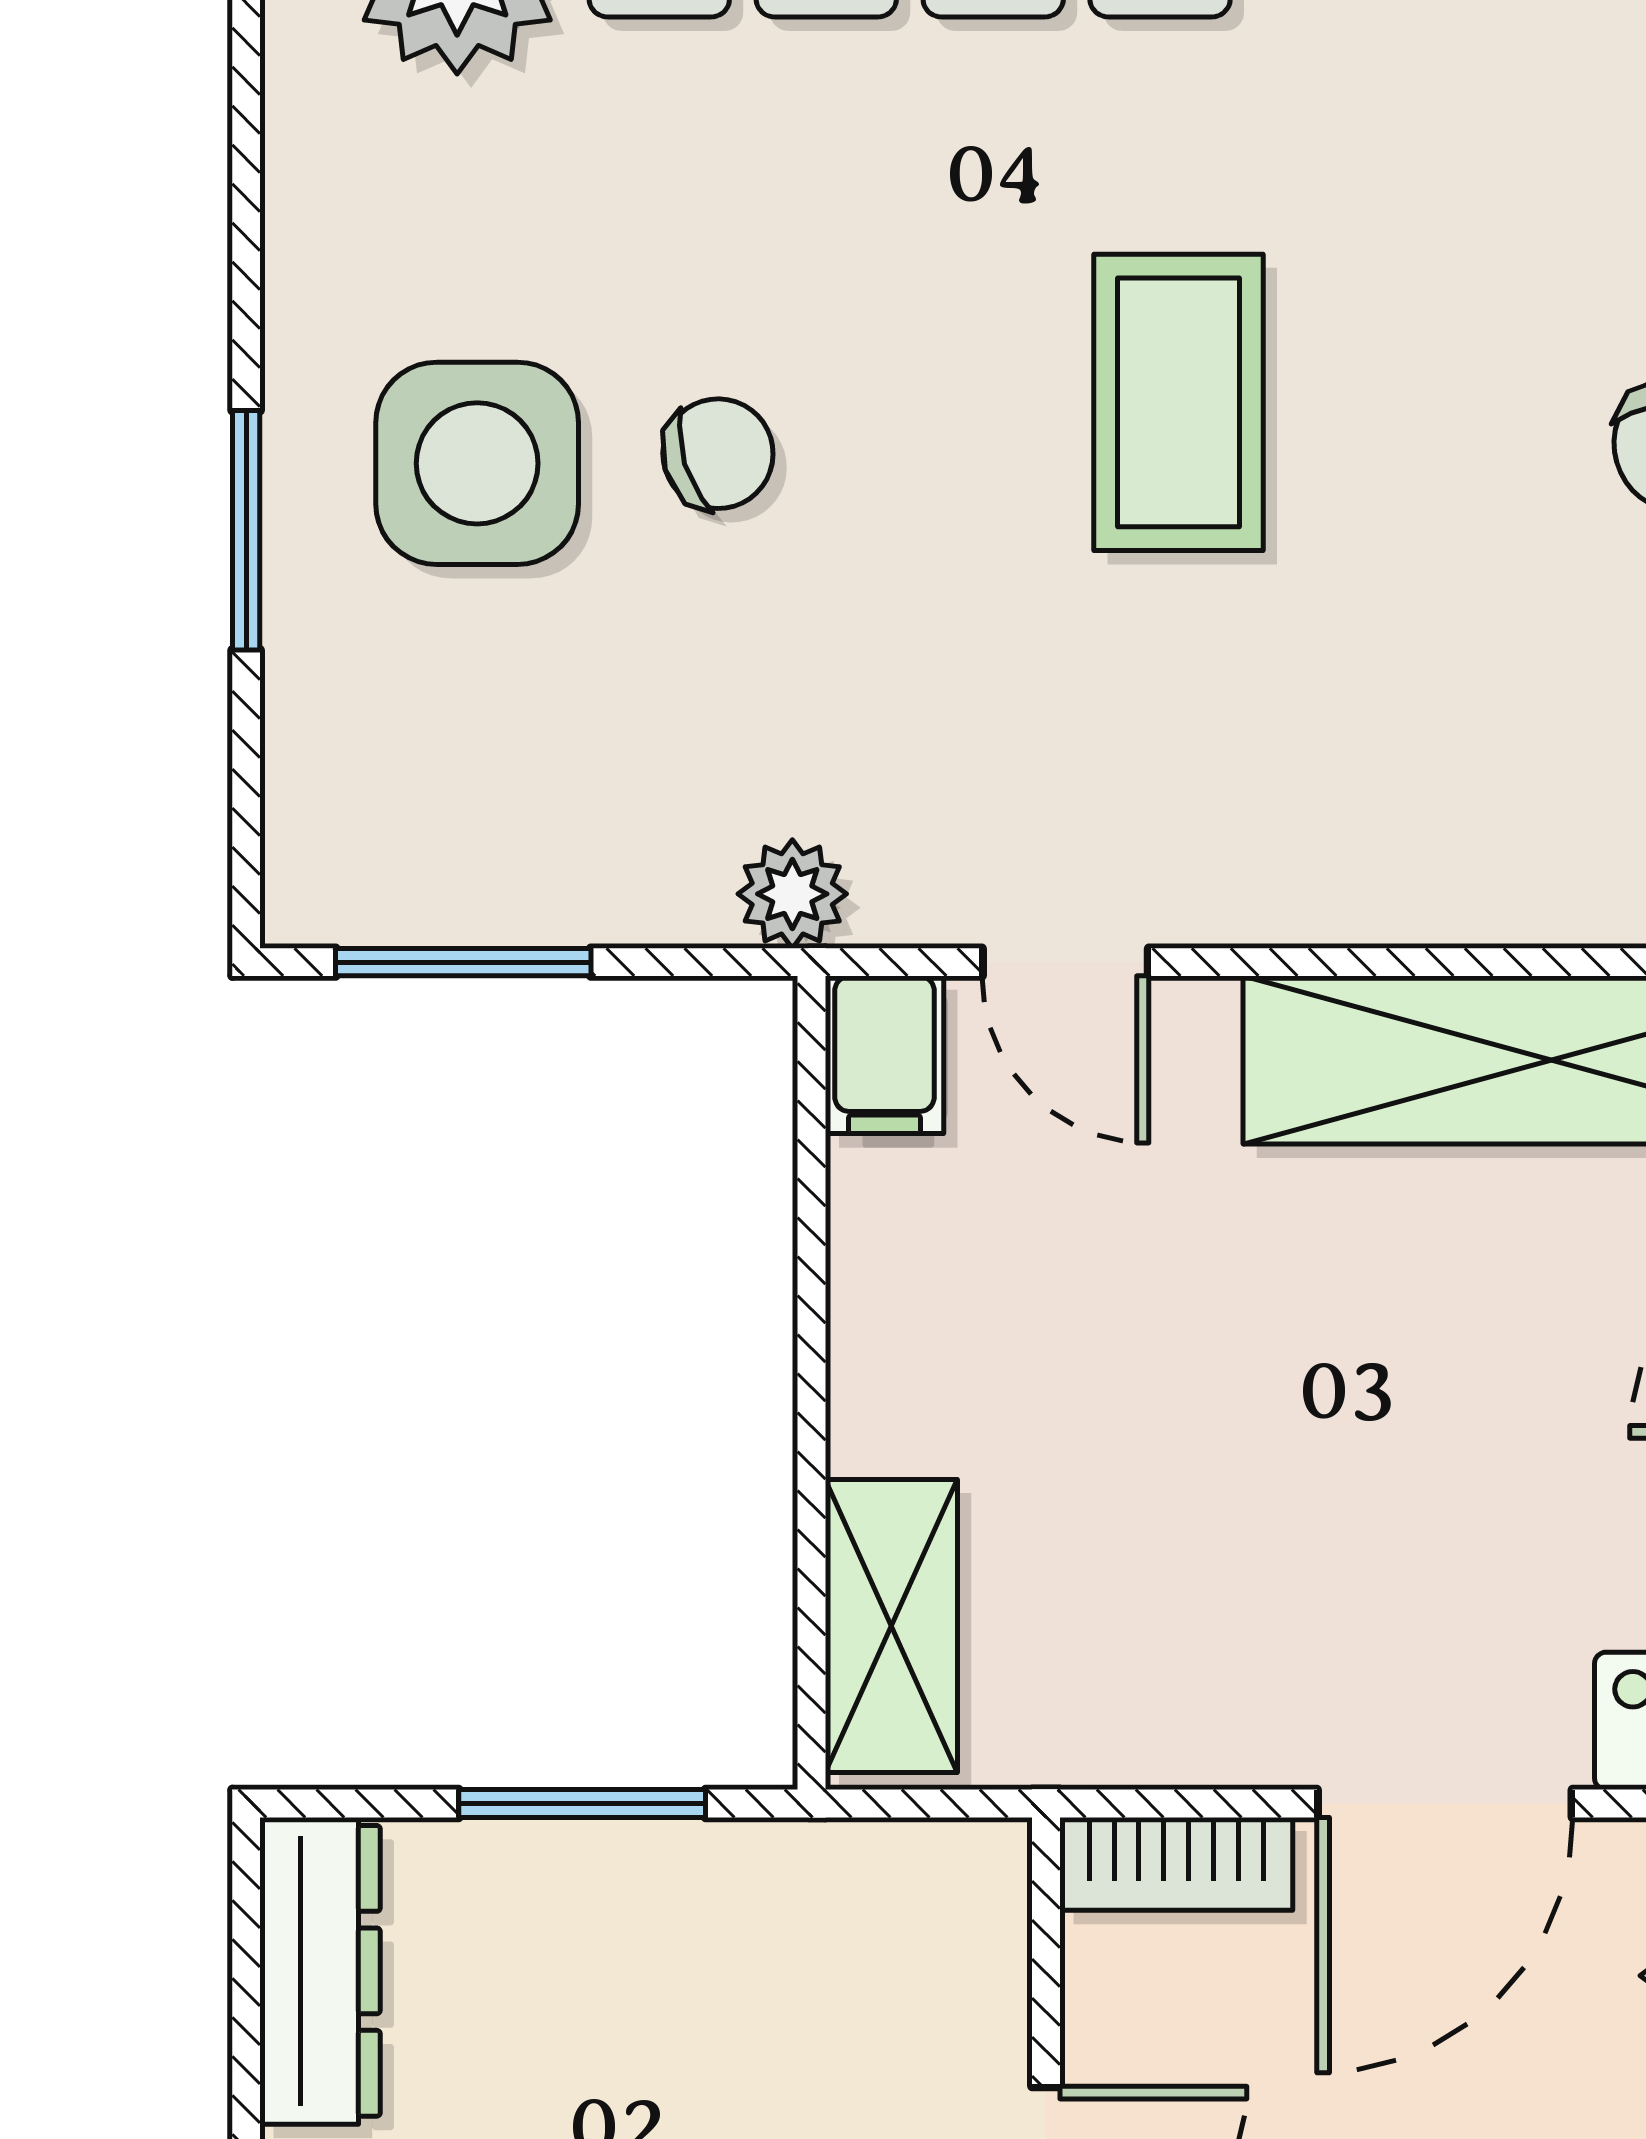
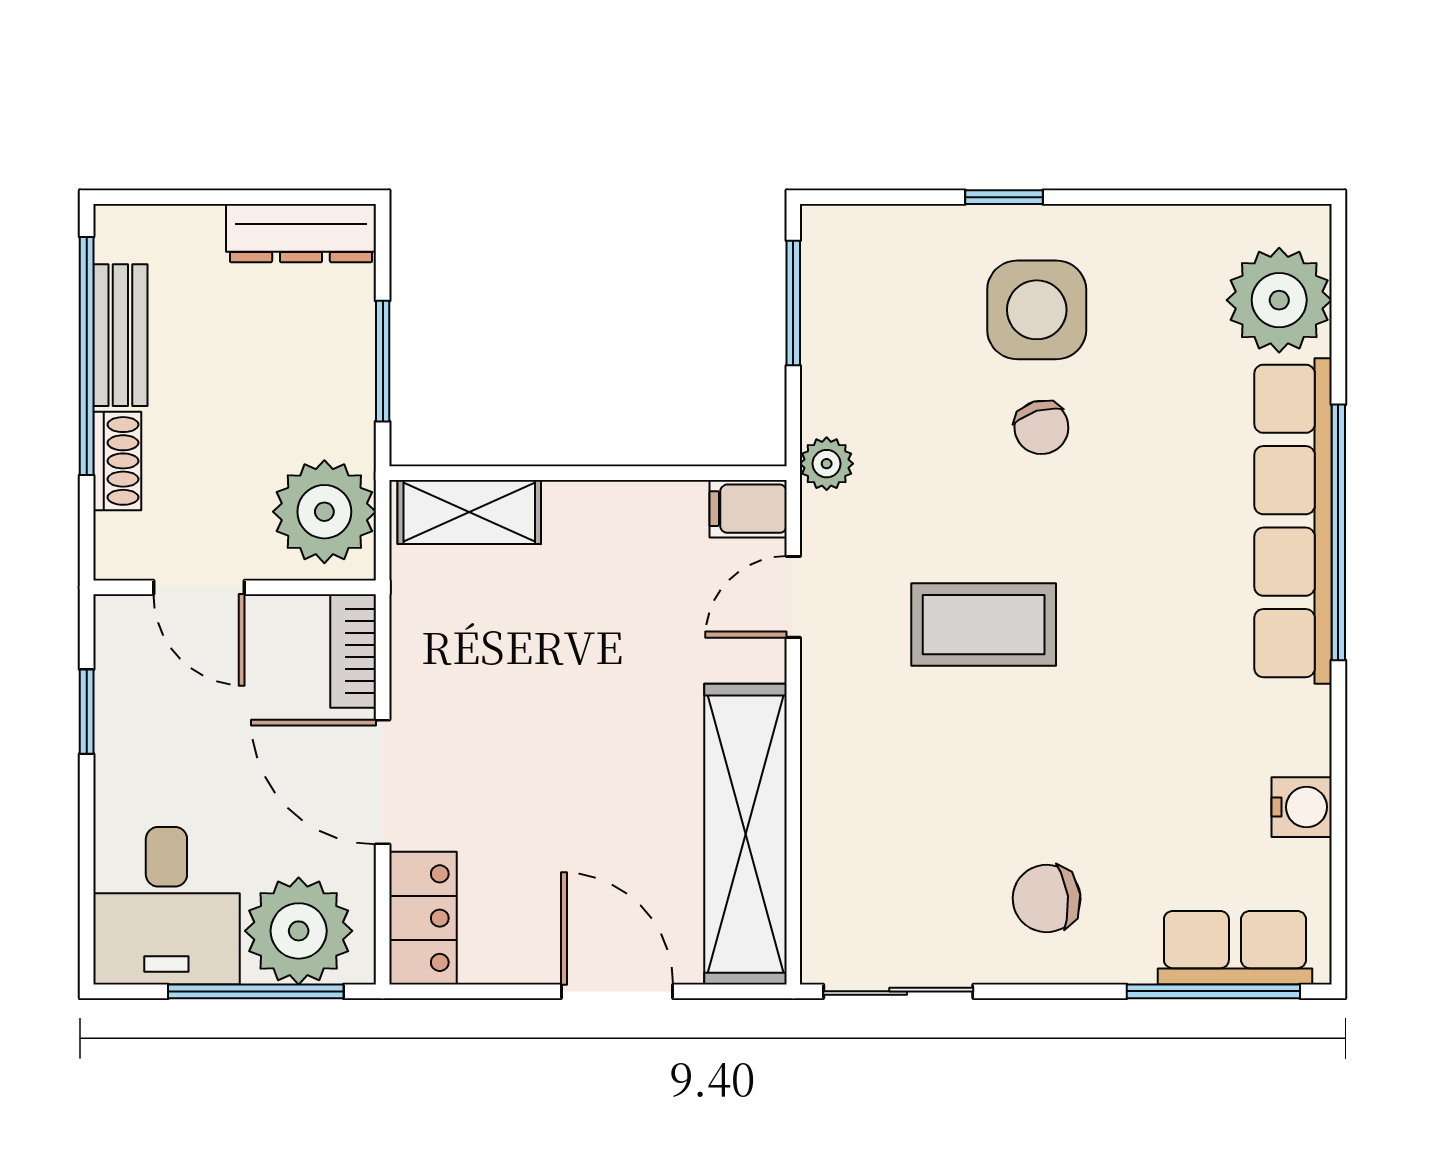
coffee table: (1178, 402) -> (984, 625), moved
window: (246, 530) -> (1004, 197), width x0.67
plant: (891, 1923) -> (324, 512), added

